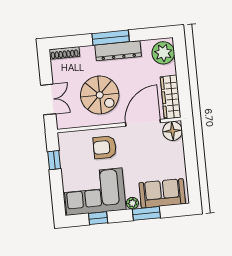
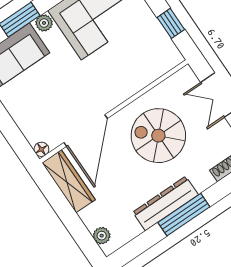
plant: (163, 53) -> (102, 236), width x0.53, depth x0.53
floor lamp: (173, 131) -> (41, 149), width x0.53, depth x0.53
armchair: (105, 147) -> (117, 74), removed

